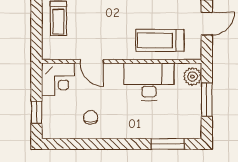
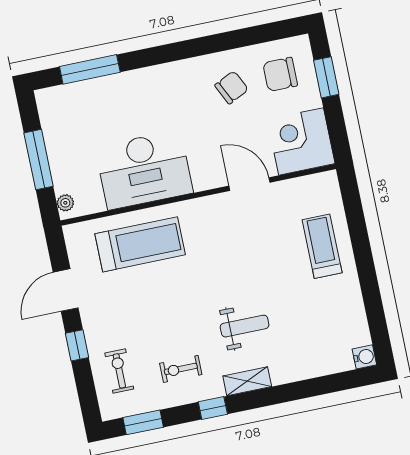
plant: (193, 76) -> (65, 203), width x0.53, depth x0.53
chair: (91, 117) -> (232, 87), turned -116
chair: (62, 119) -> (280, 74), added

